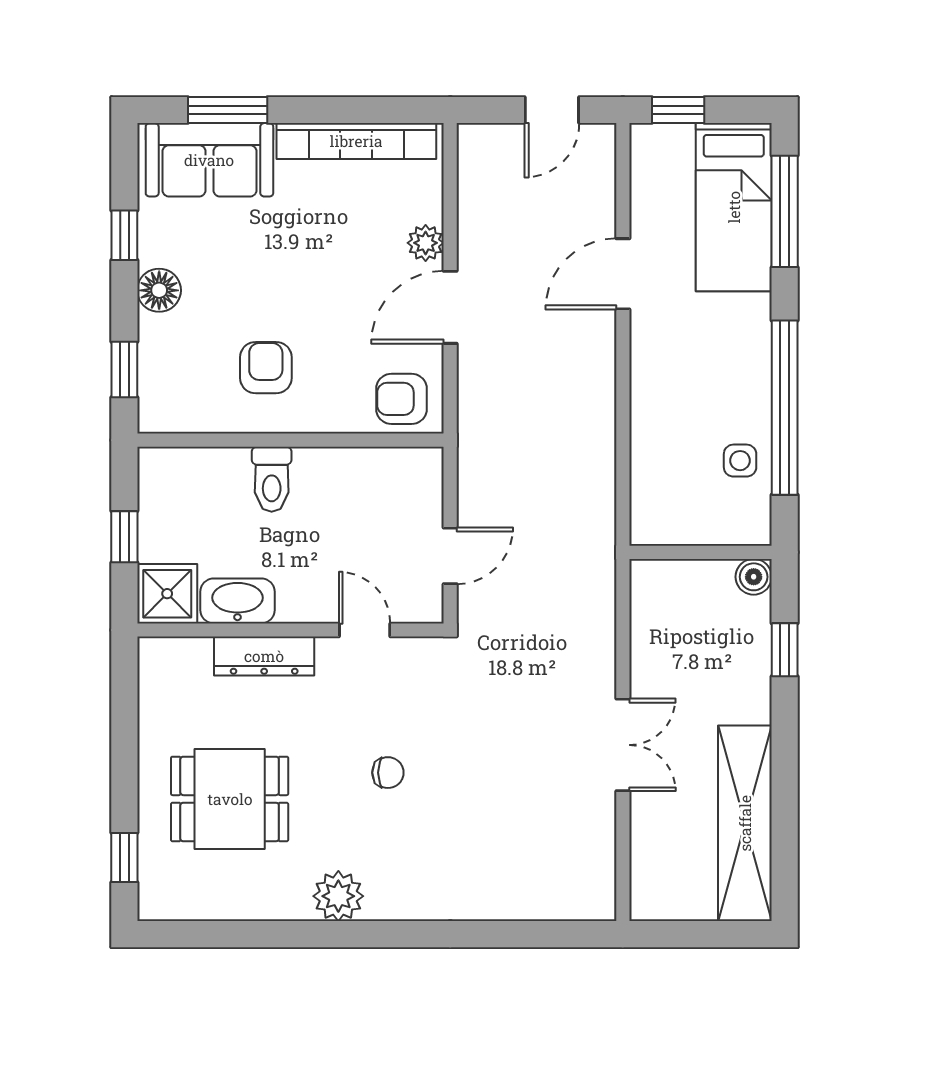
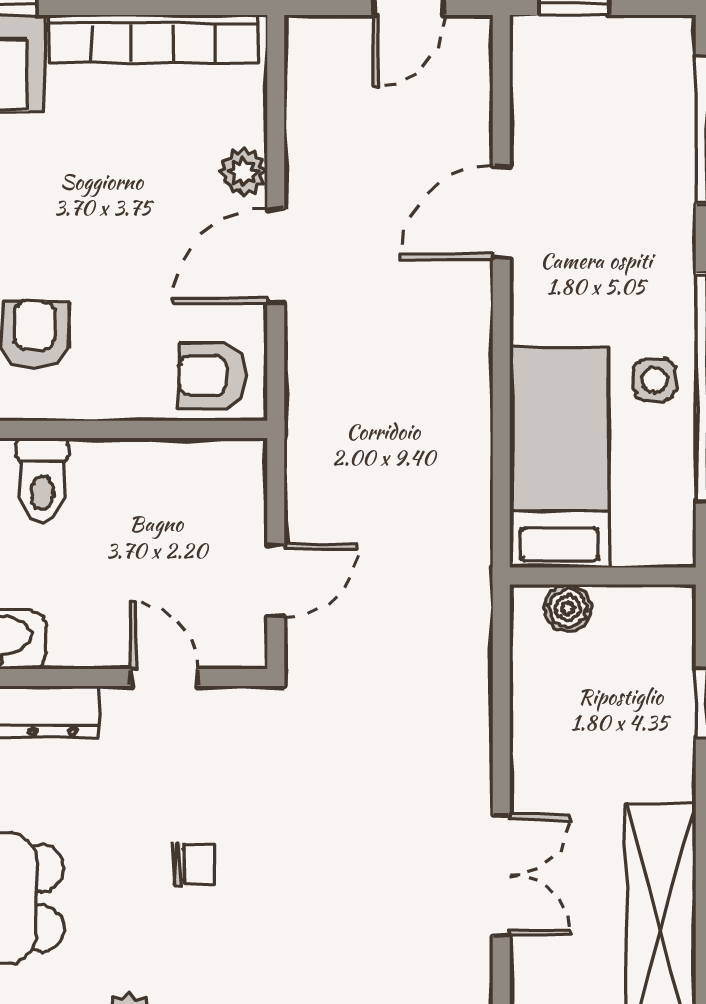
bed: (734, 207) -> (559, 458), moved, turned 180
side table: (740, 461) -> (655, 380), moved
boiler: (754, 577) -> (568, 608), moved
double door: (623, 745) -> (501, 875), moved

